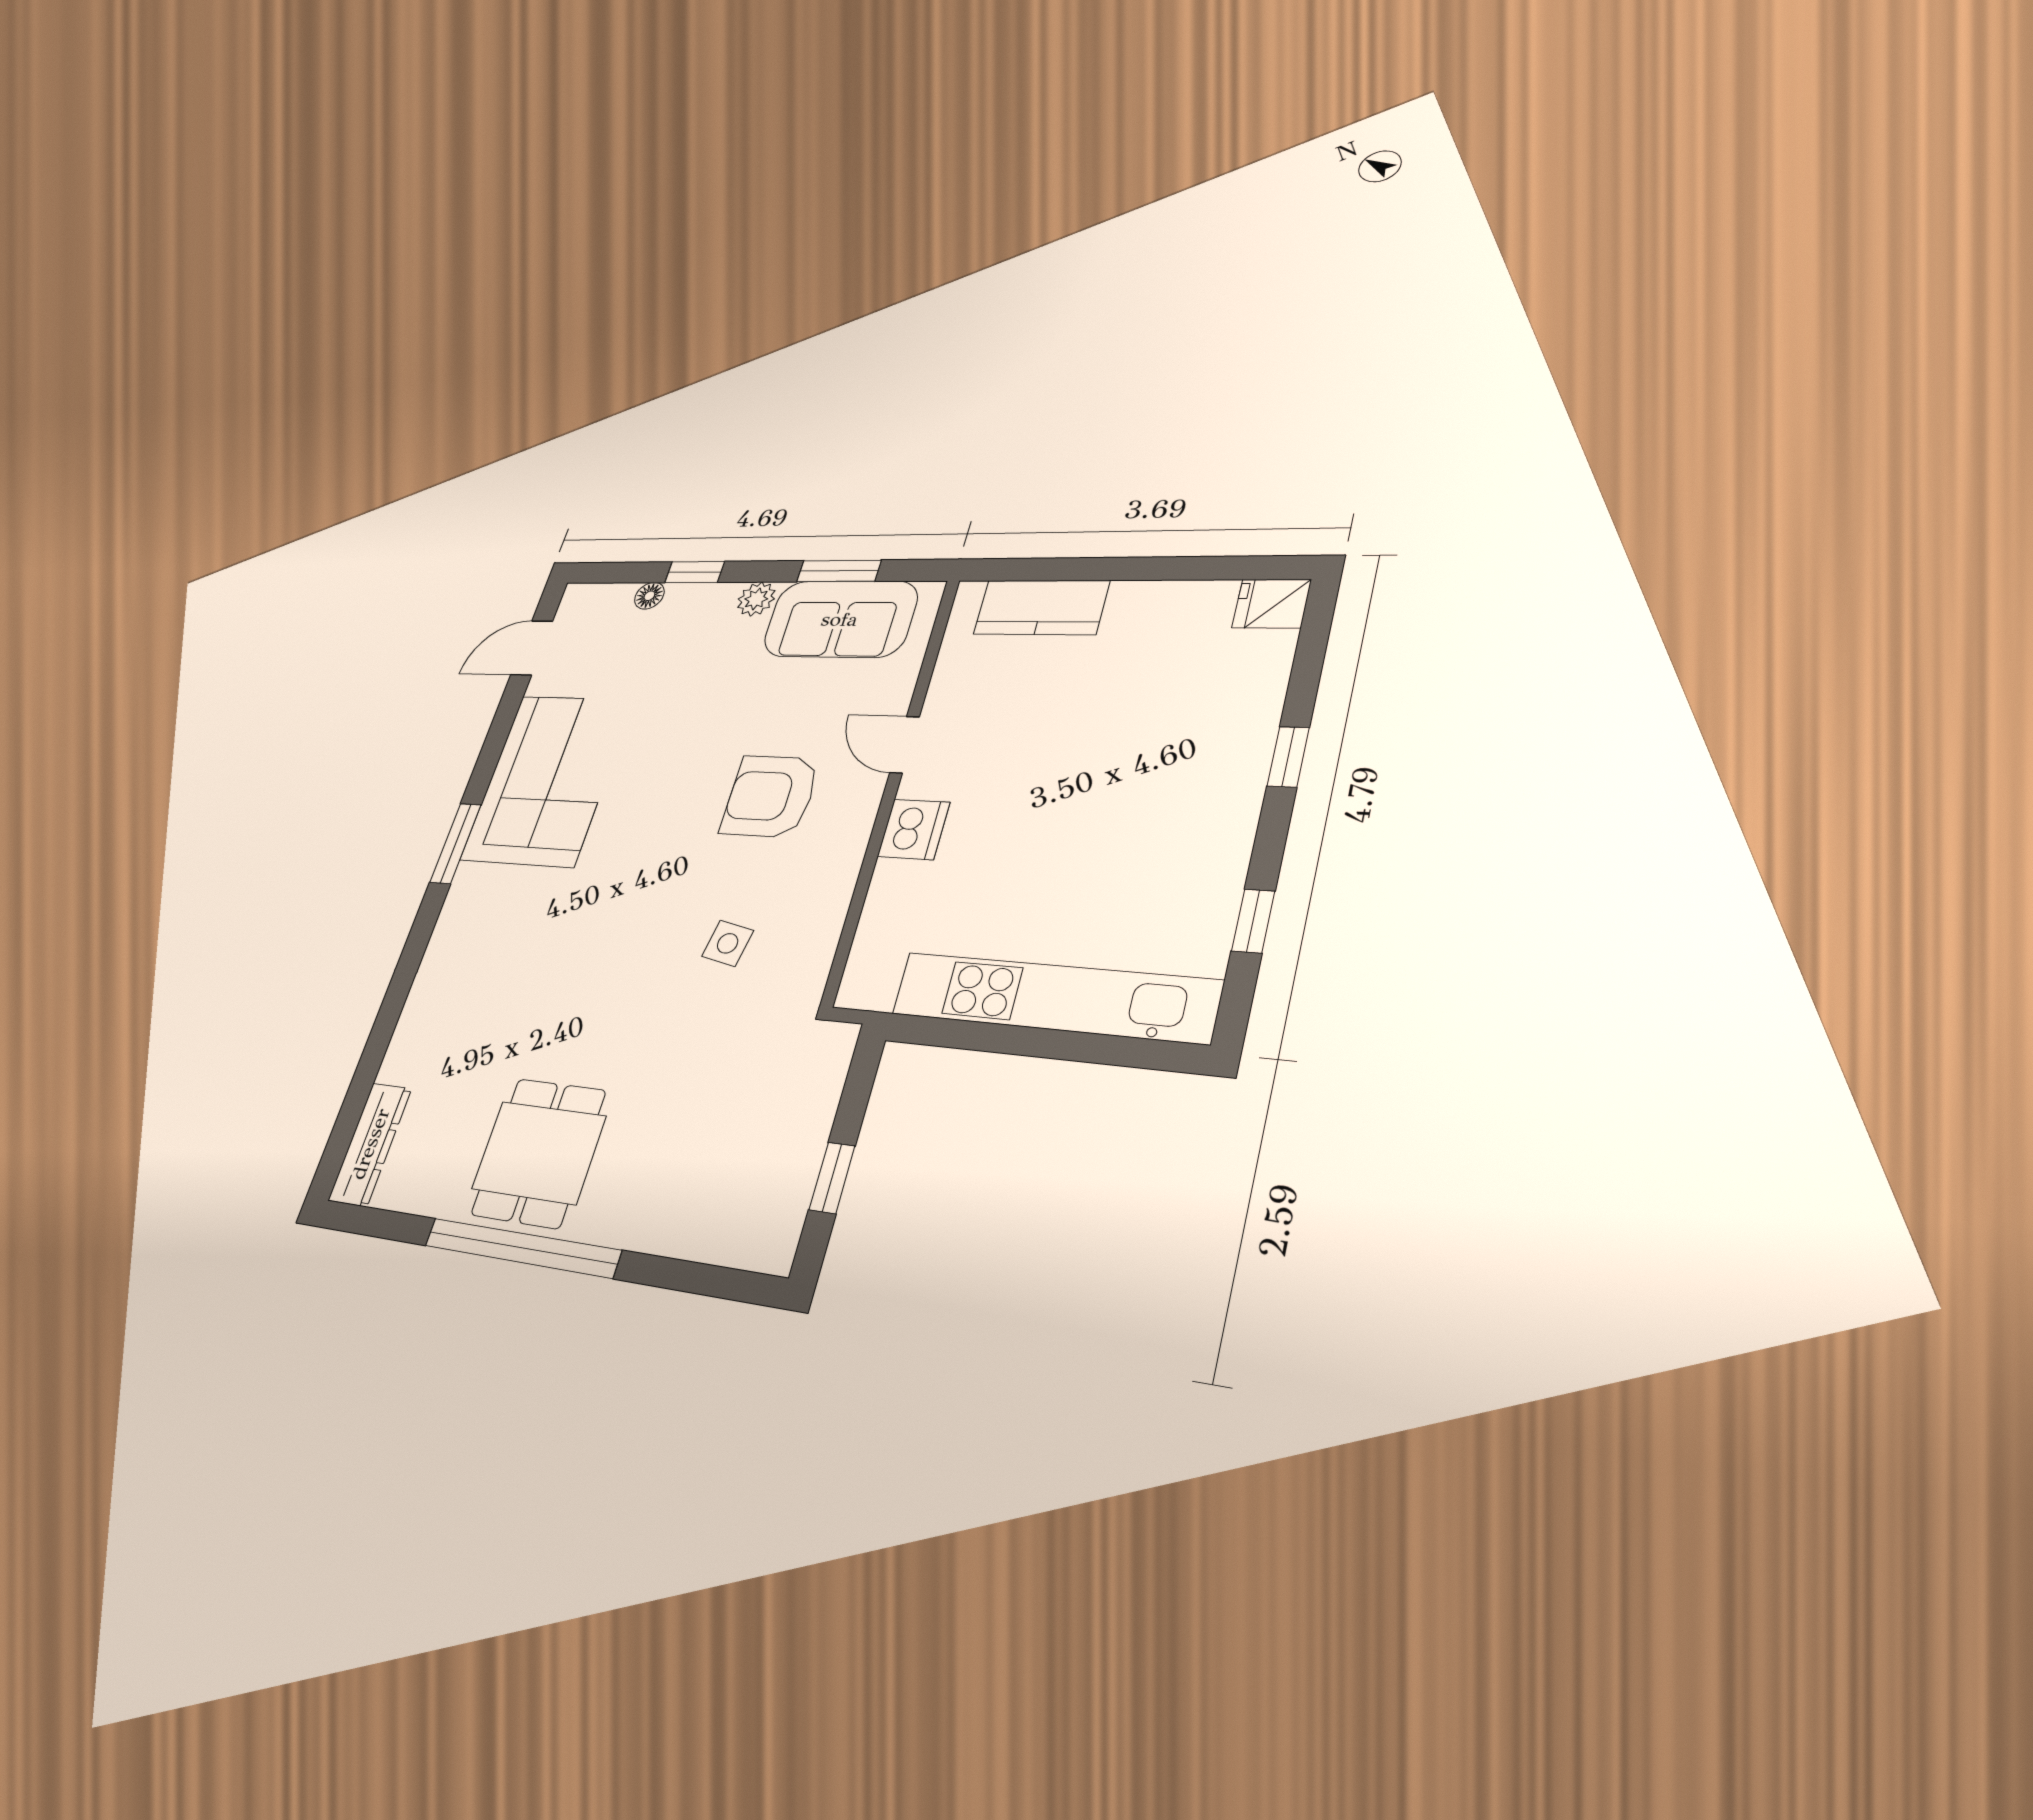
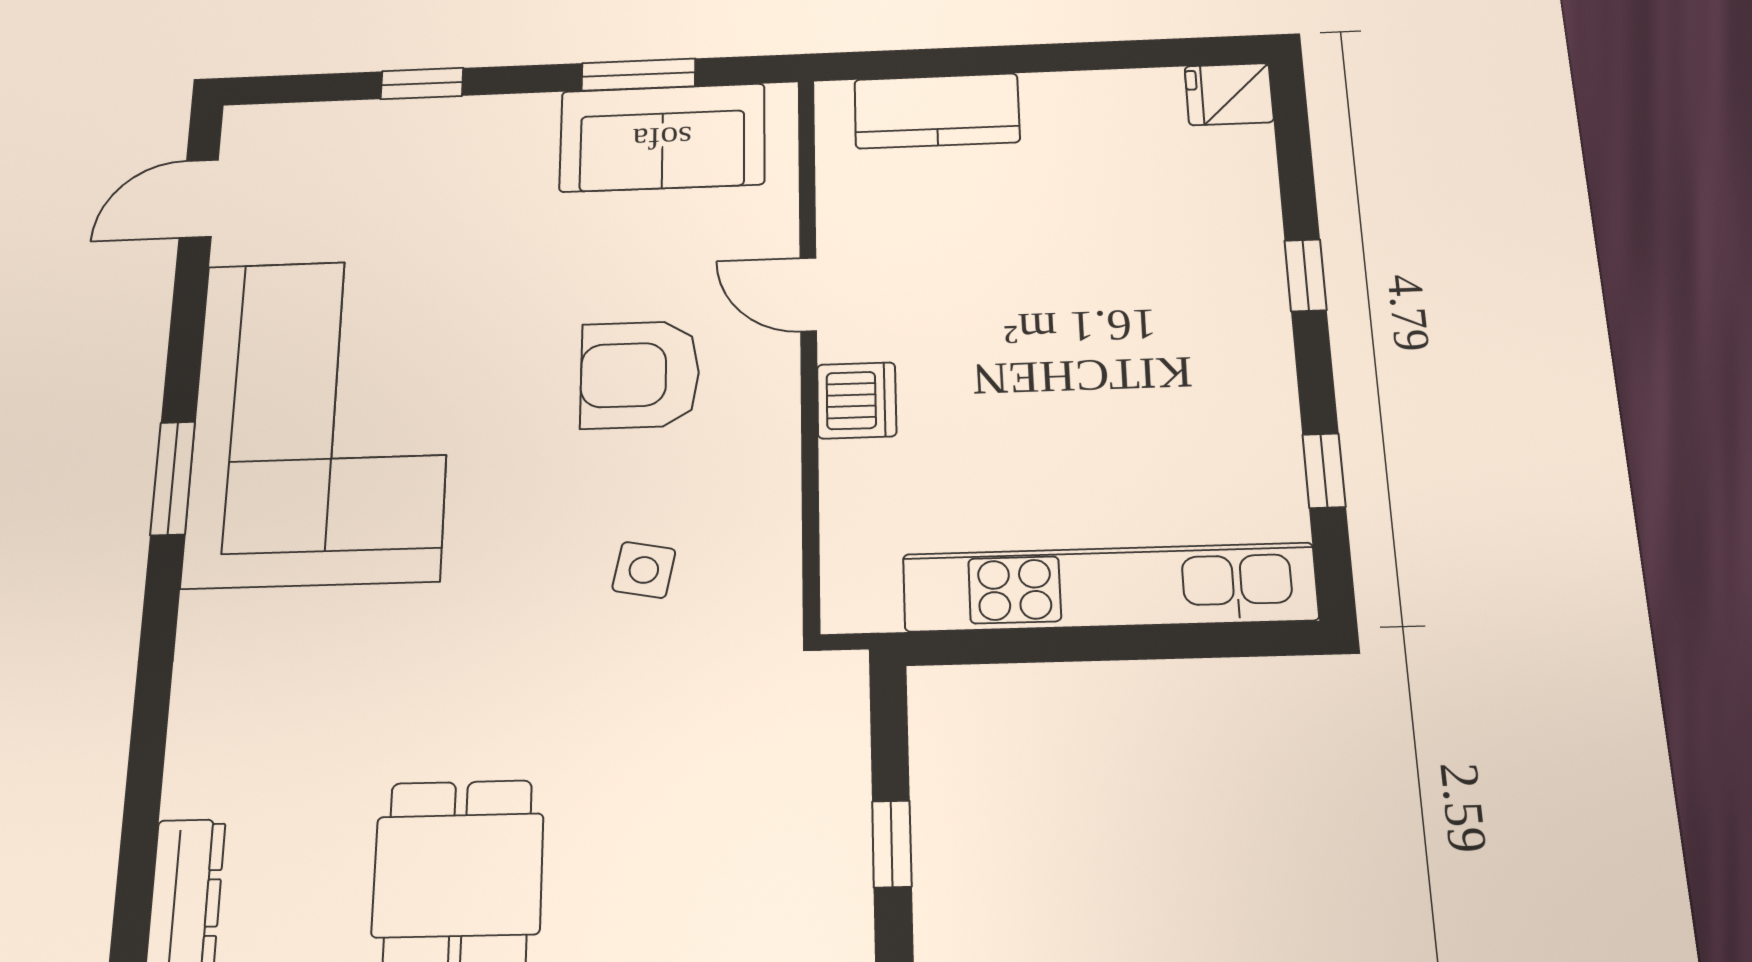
floor lamp: (649, 596) -> (363, 118), removed
plant: (756, 599) -> (529, 116), removed
corner sofa: (547, 780) -> (321, 420), width x1.36, depth x1.36

